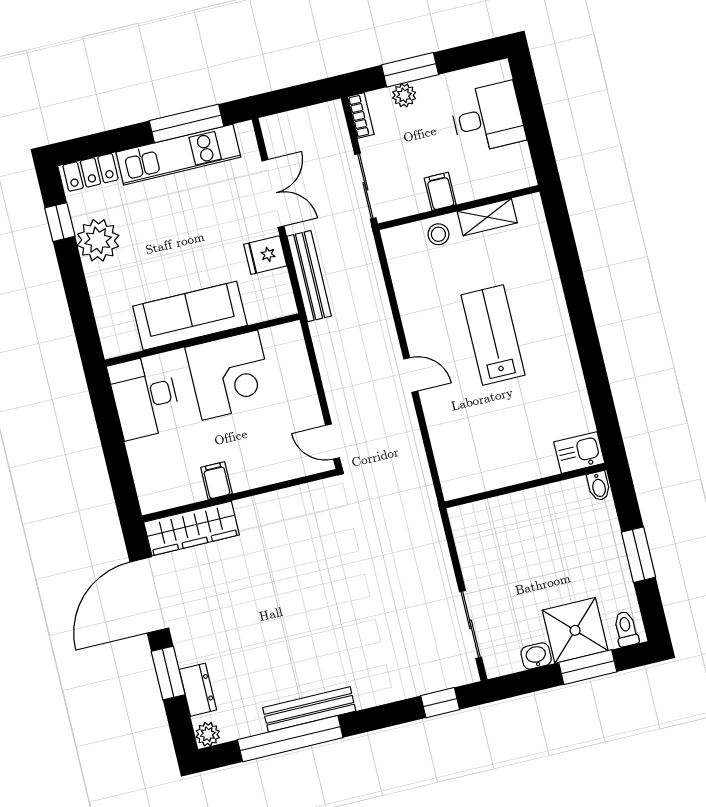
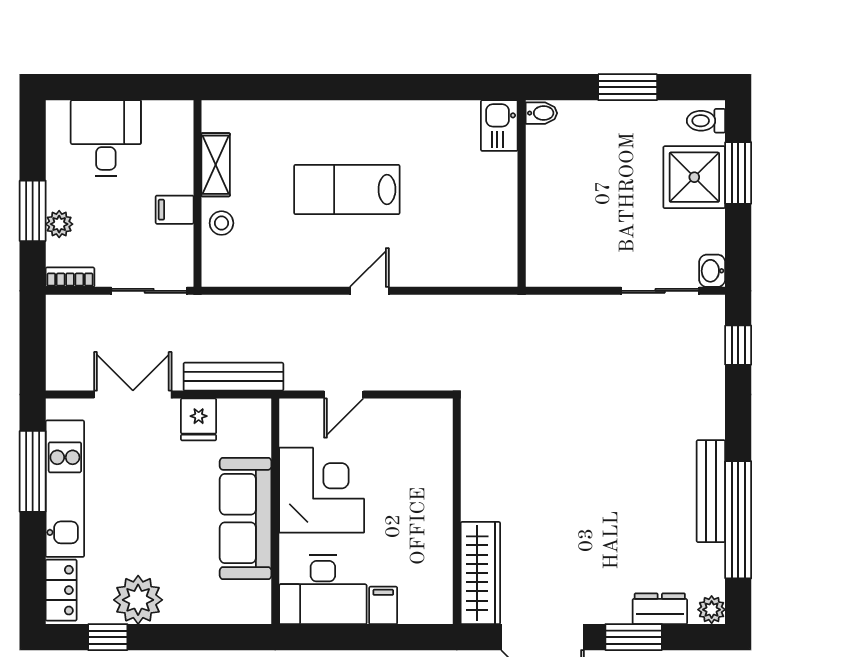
door: (333, 441) -> (344, 395), moved
filing cabinet: (216, 481) -> (383, 605), moved, turned 90
washbasin: (536, 656) -> (712, 271), moved

